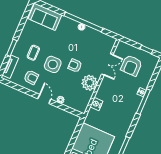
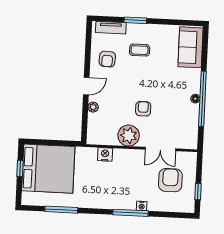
side table: (53, 64) -> (134, 80), removed
armchair: (131, 66) -> (170, 180), turned 90

